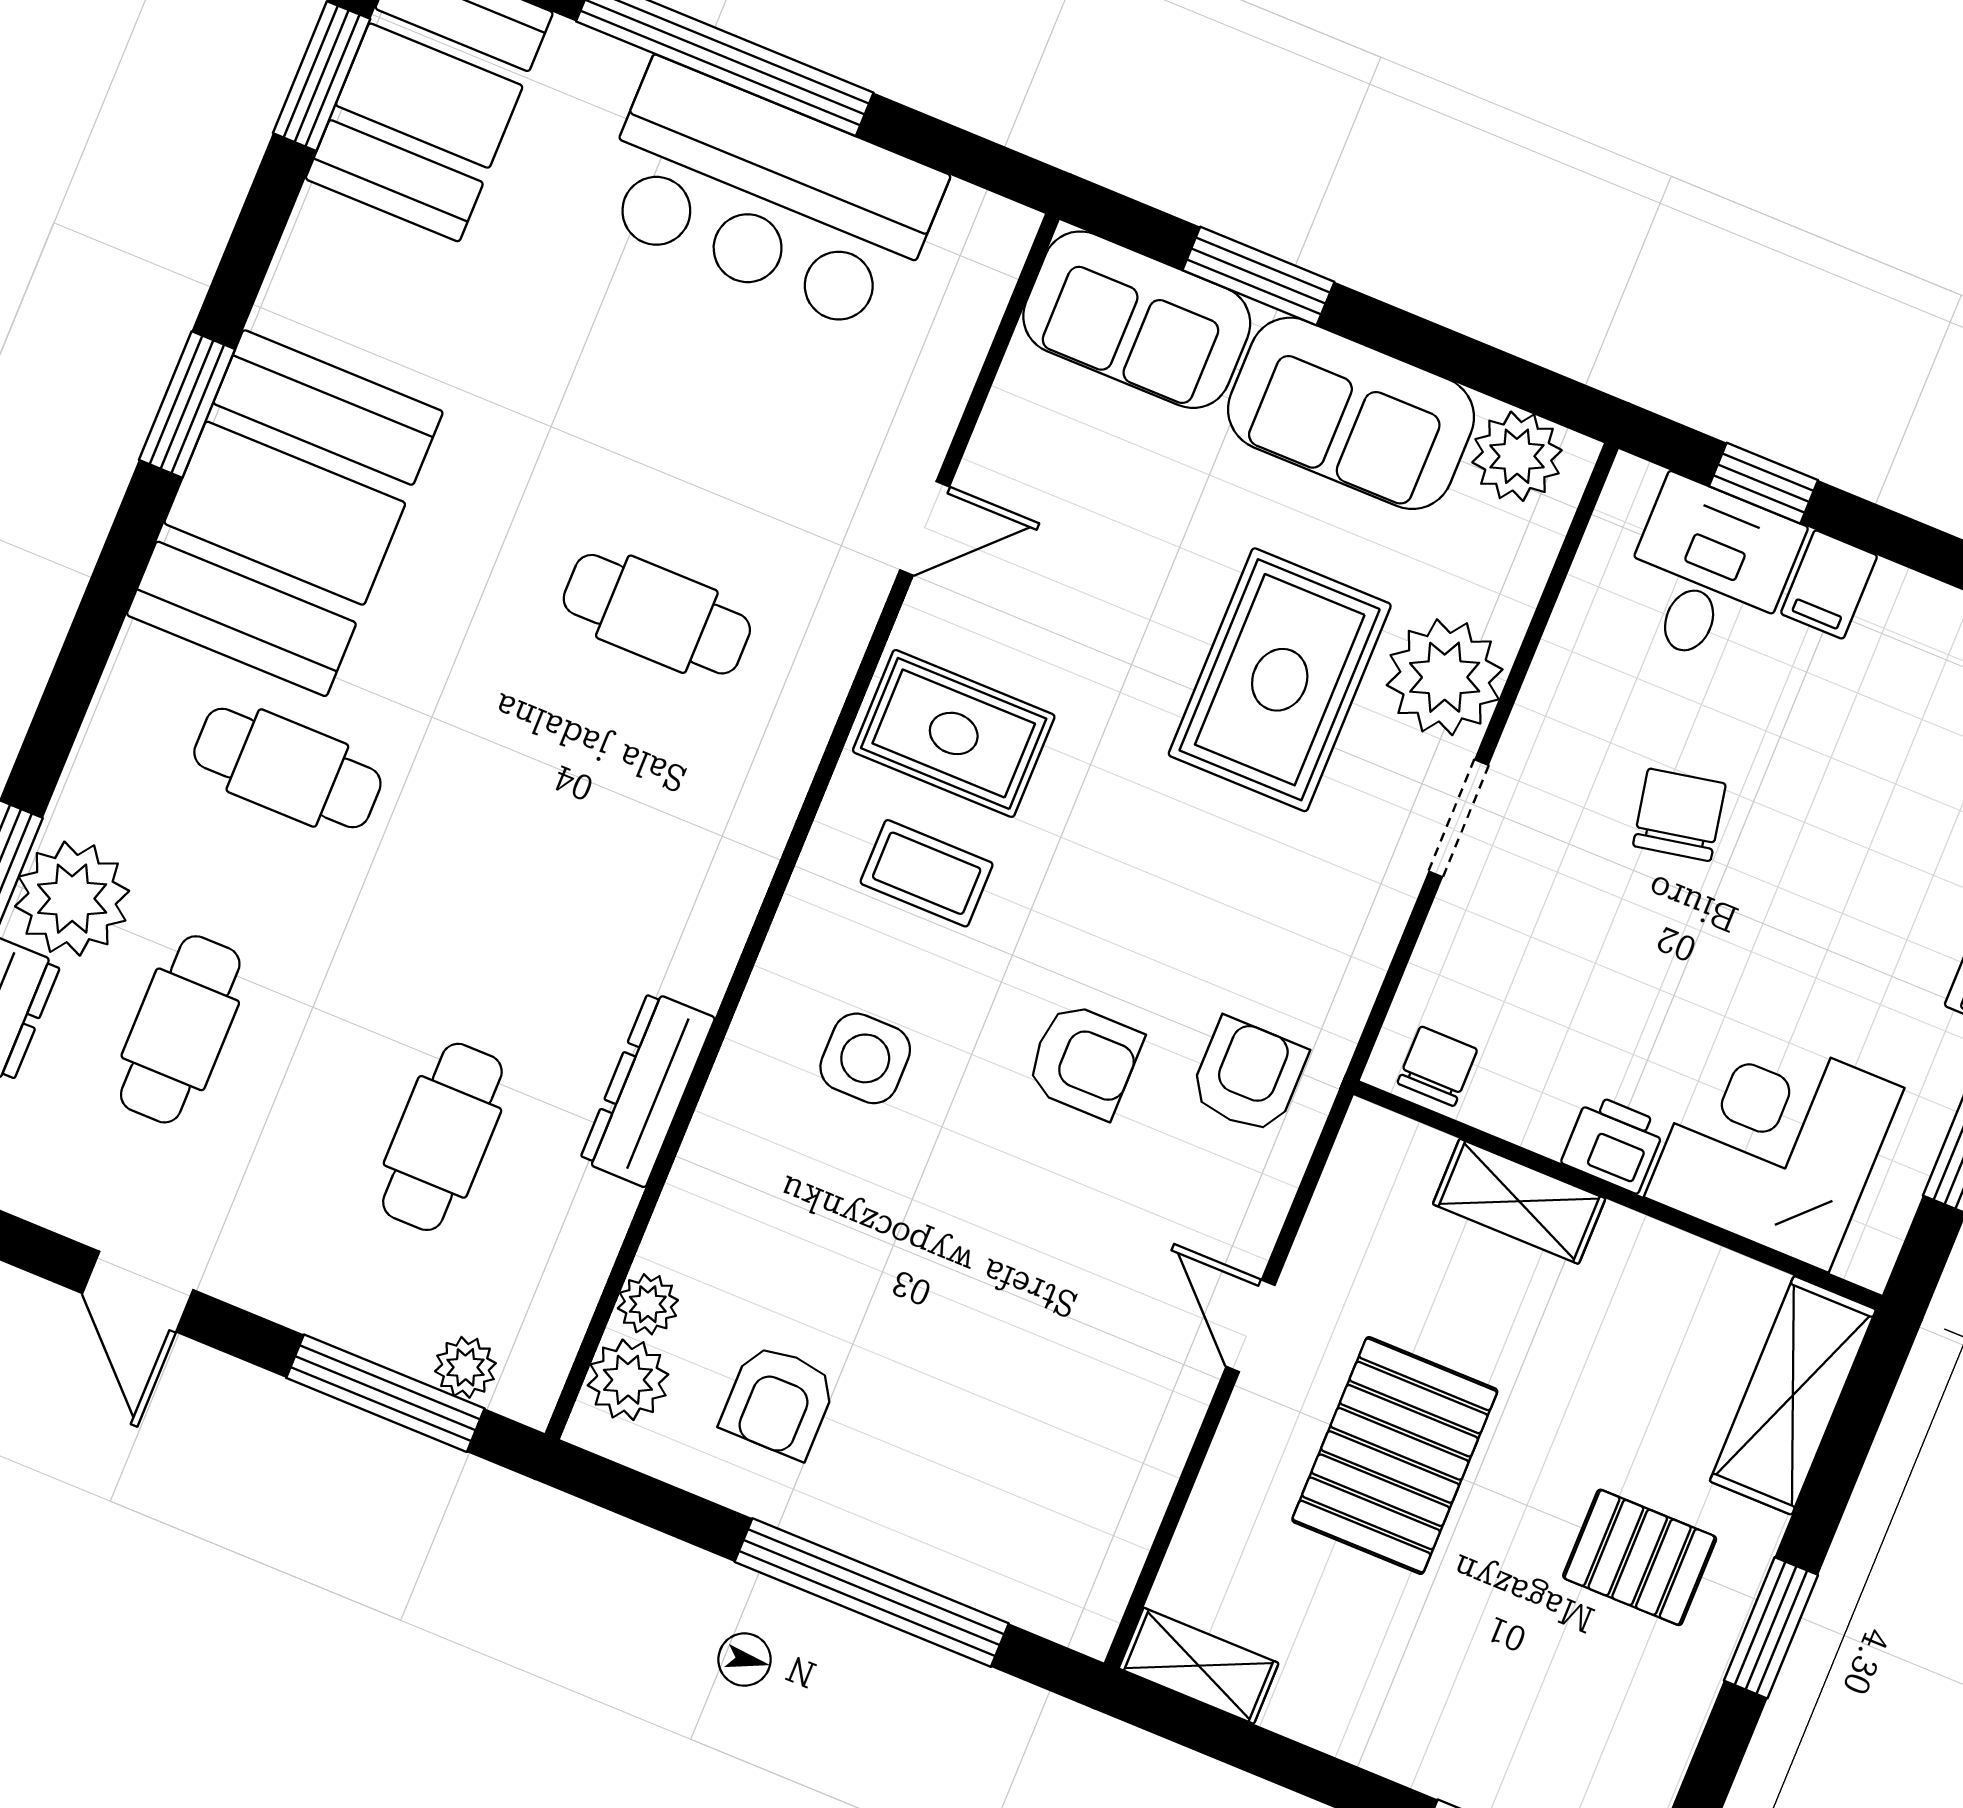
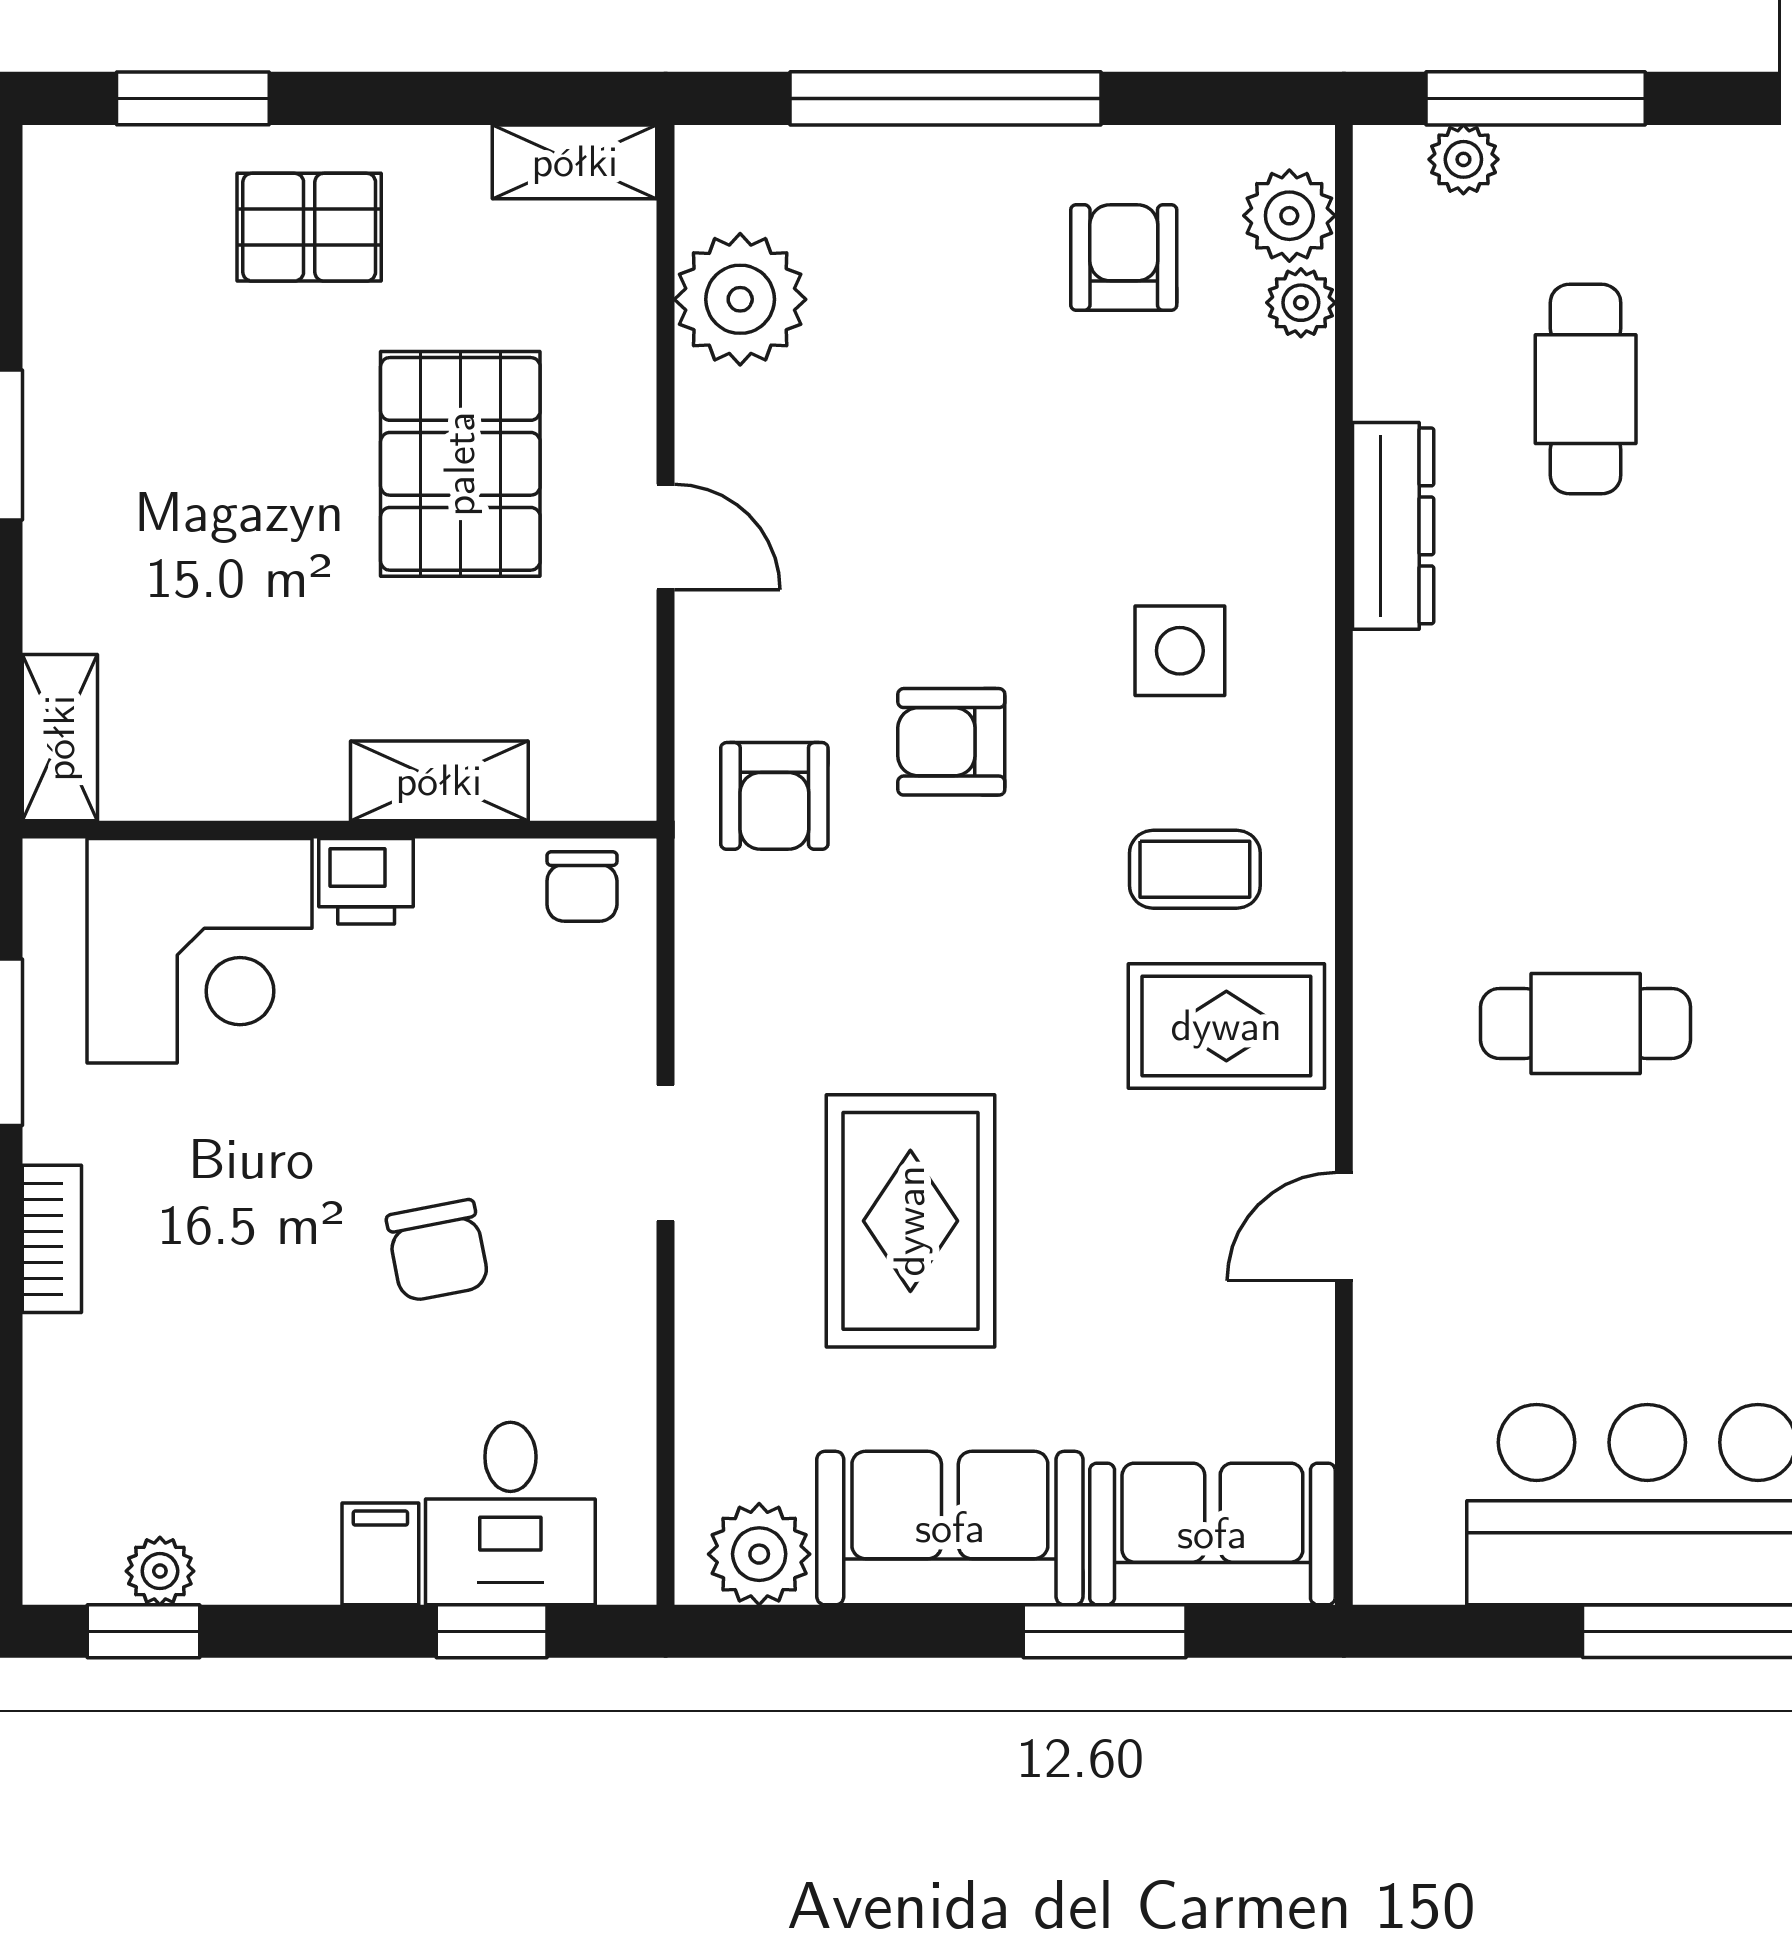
plant: (1445, 677) -> (740, 299), moved
shelving: (1793, 1395) -> (60, 738), width x0.67, depth x0.75
pallet: (1640, 1557) -> (309, 227), moved

